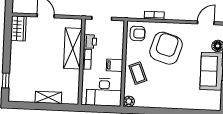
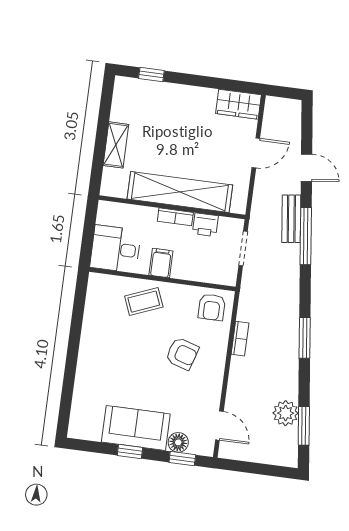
shelving: (73, 48) -> (180, 192), width x1.47
armchair: (166, 48) -> (182, 354), width x0.53, depth x0.53
desk: (104, 92) -> (116, 249), width x0.73
plant: (129, 101) -> (97, 282), removed

